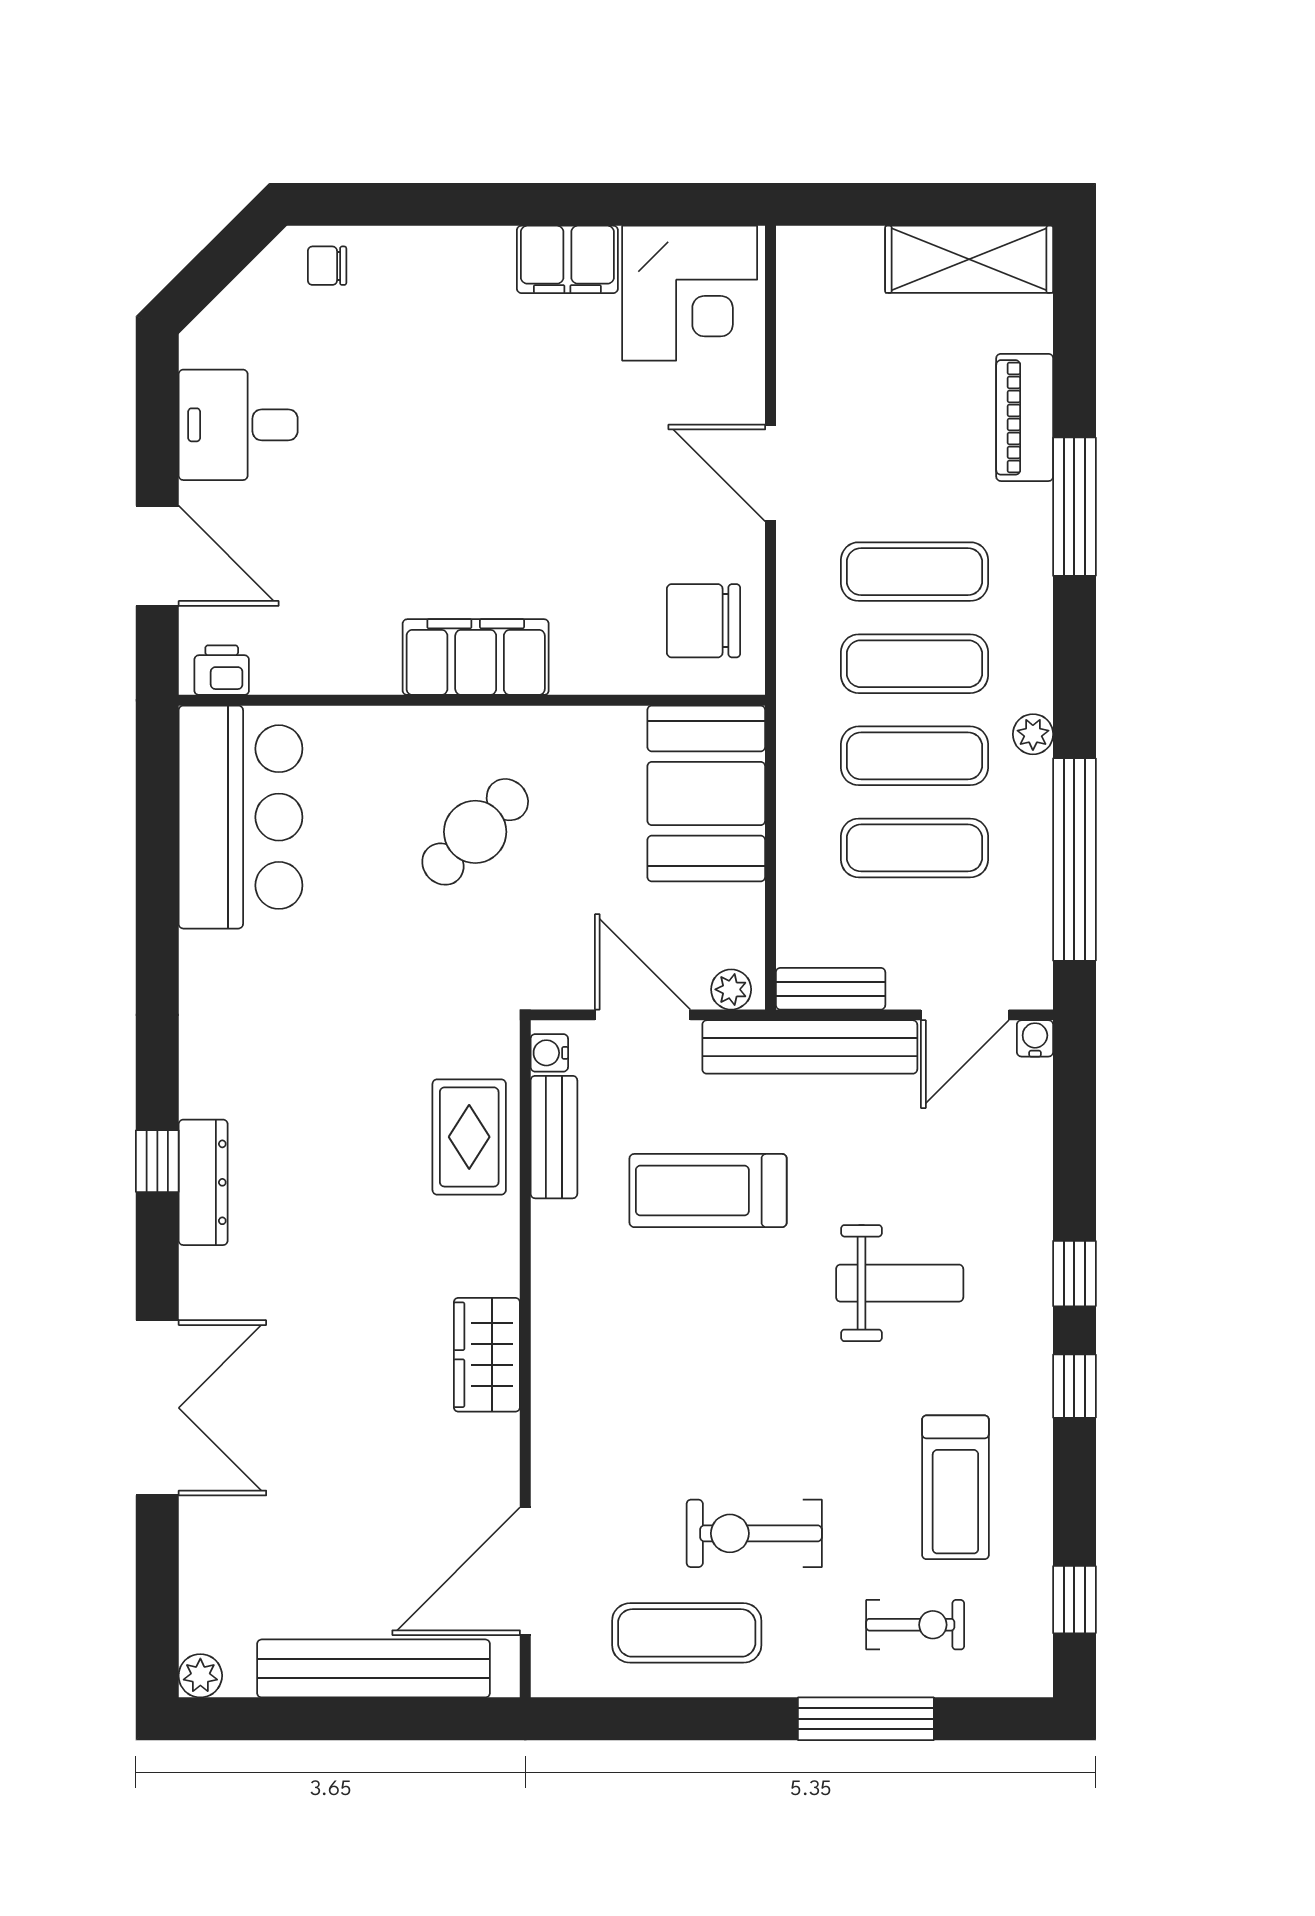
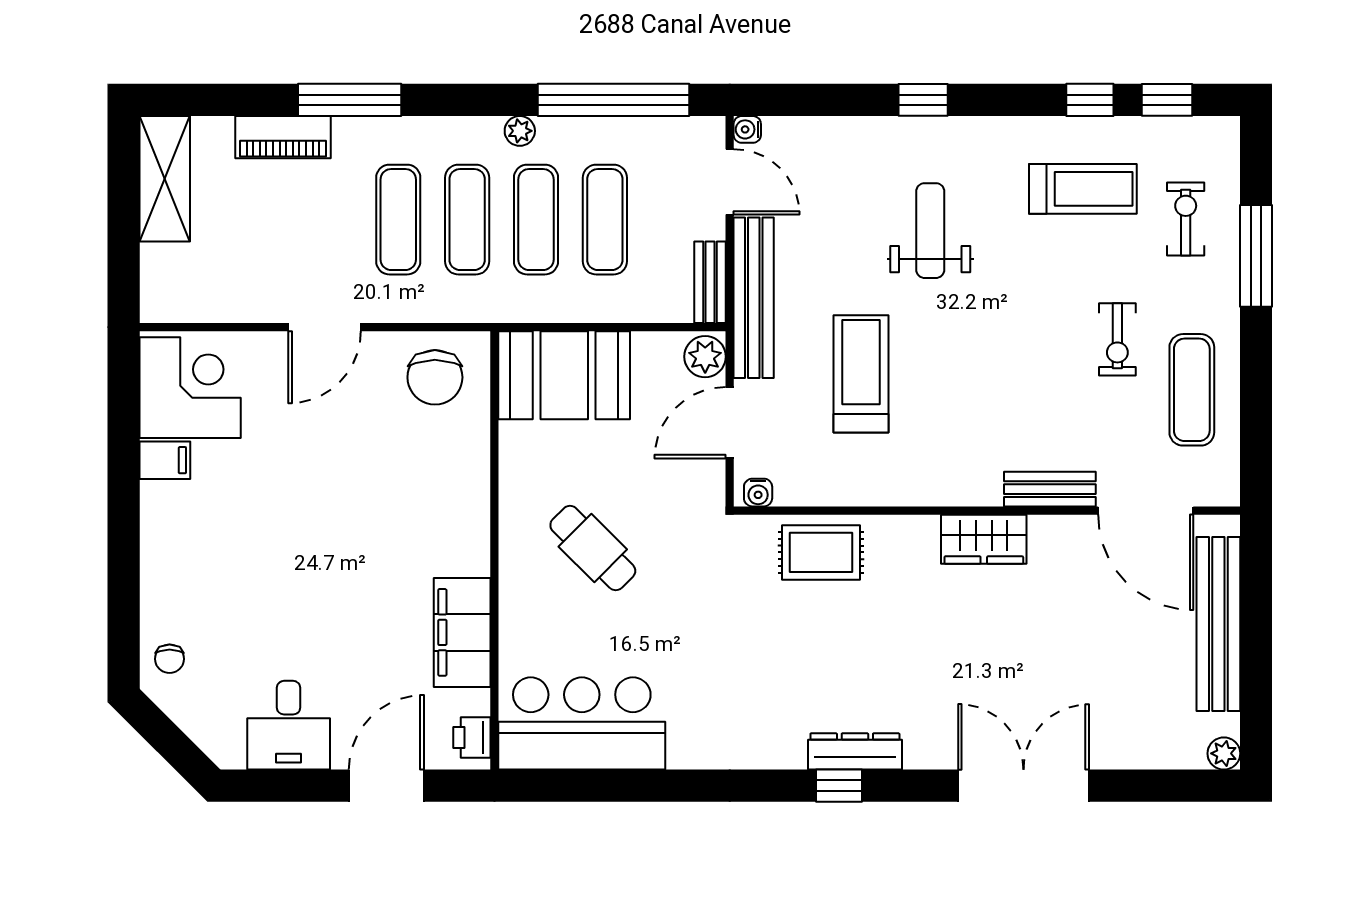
filing cabinet: (567, 259) -> (165, 460), width x0.50
filing cabinet: (476, 657) -> (462, 632), moved
plant: (731, 989) -> (705, 357), width x1.38, depth x1.38
bench: (554, 1137) -> (1050, 489), moved
treadmill: (708, 1191) -> (861, 374), turned 180
window: (1074, 1386) -> (1090, 100), moved
exercise bike: (754, 1533) -> (1117, 339), width x0.73, depth x0.72

